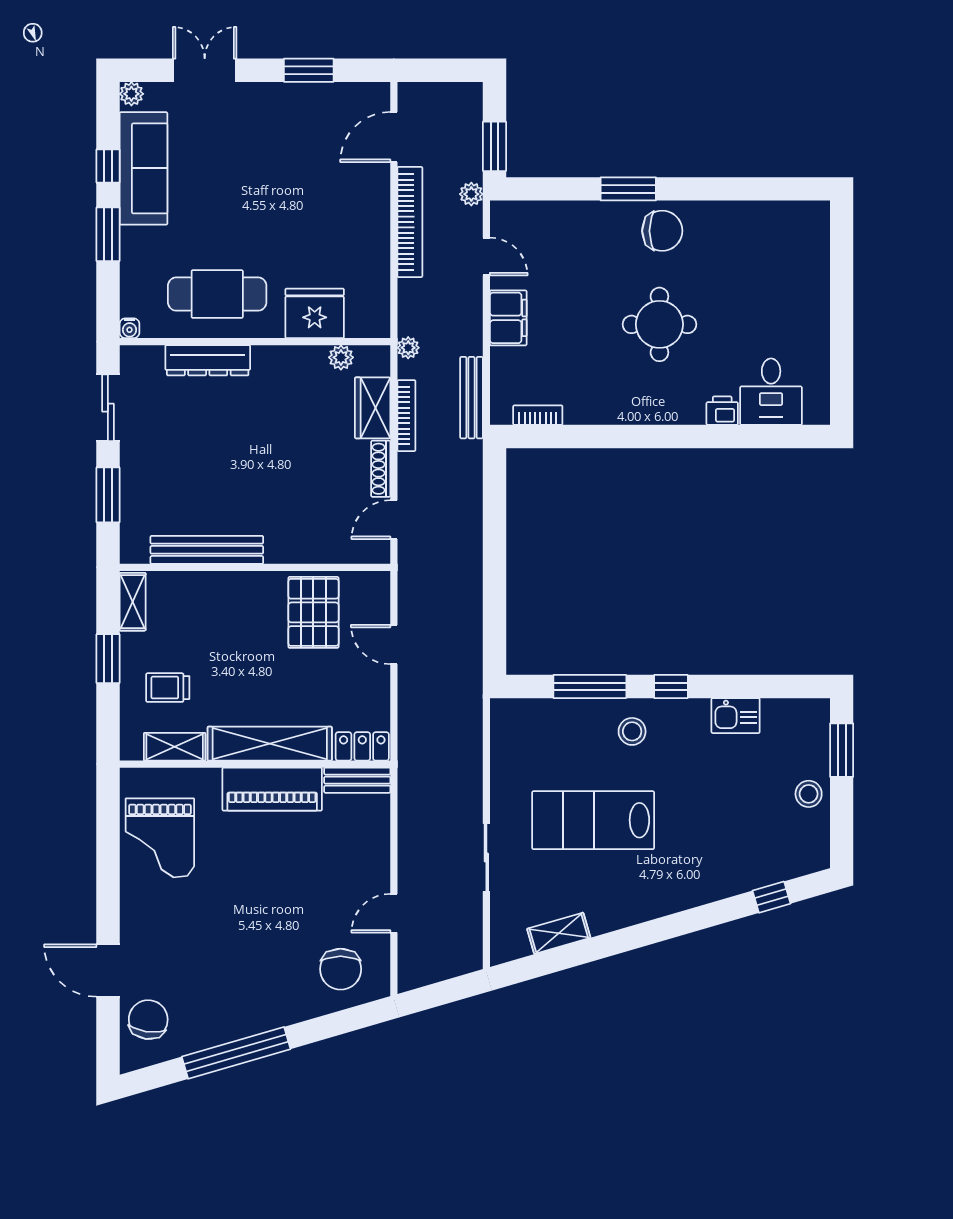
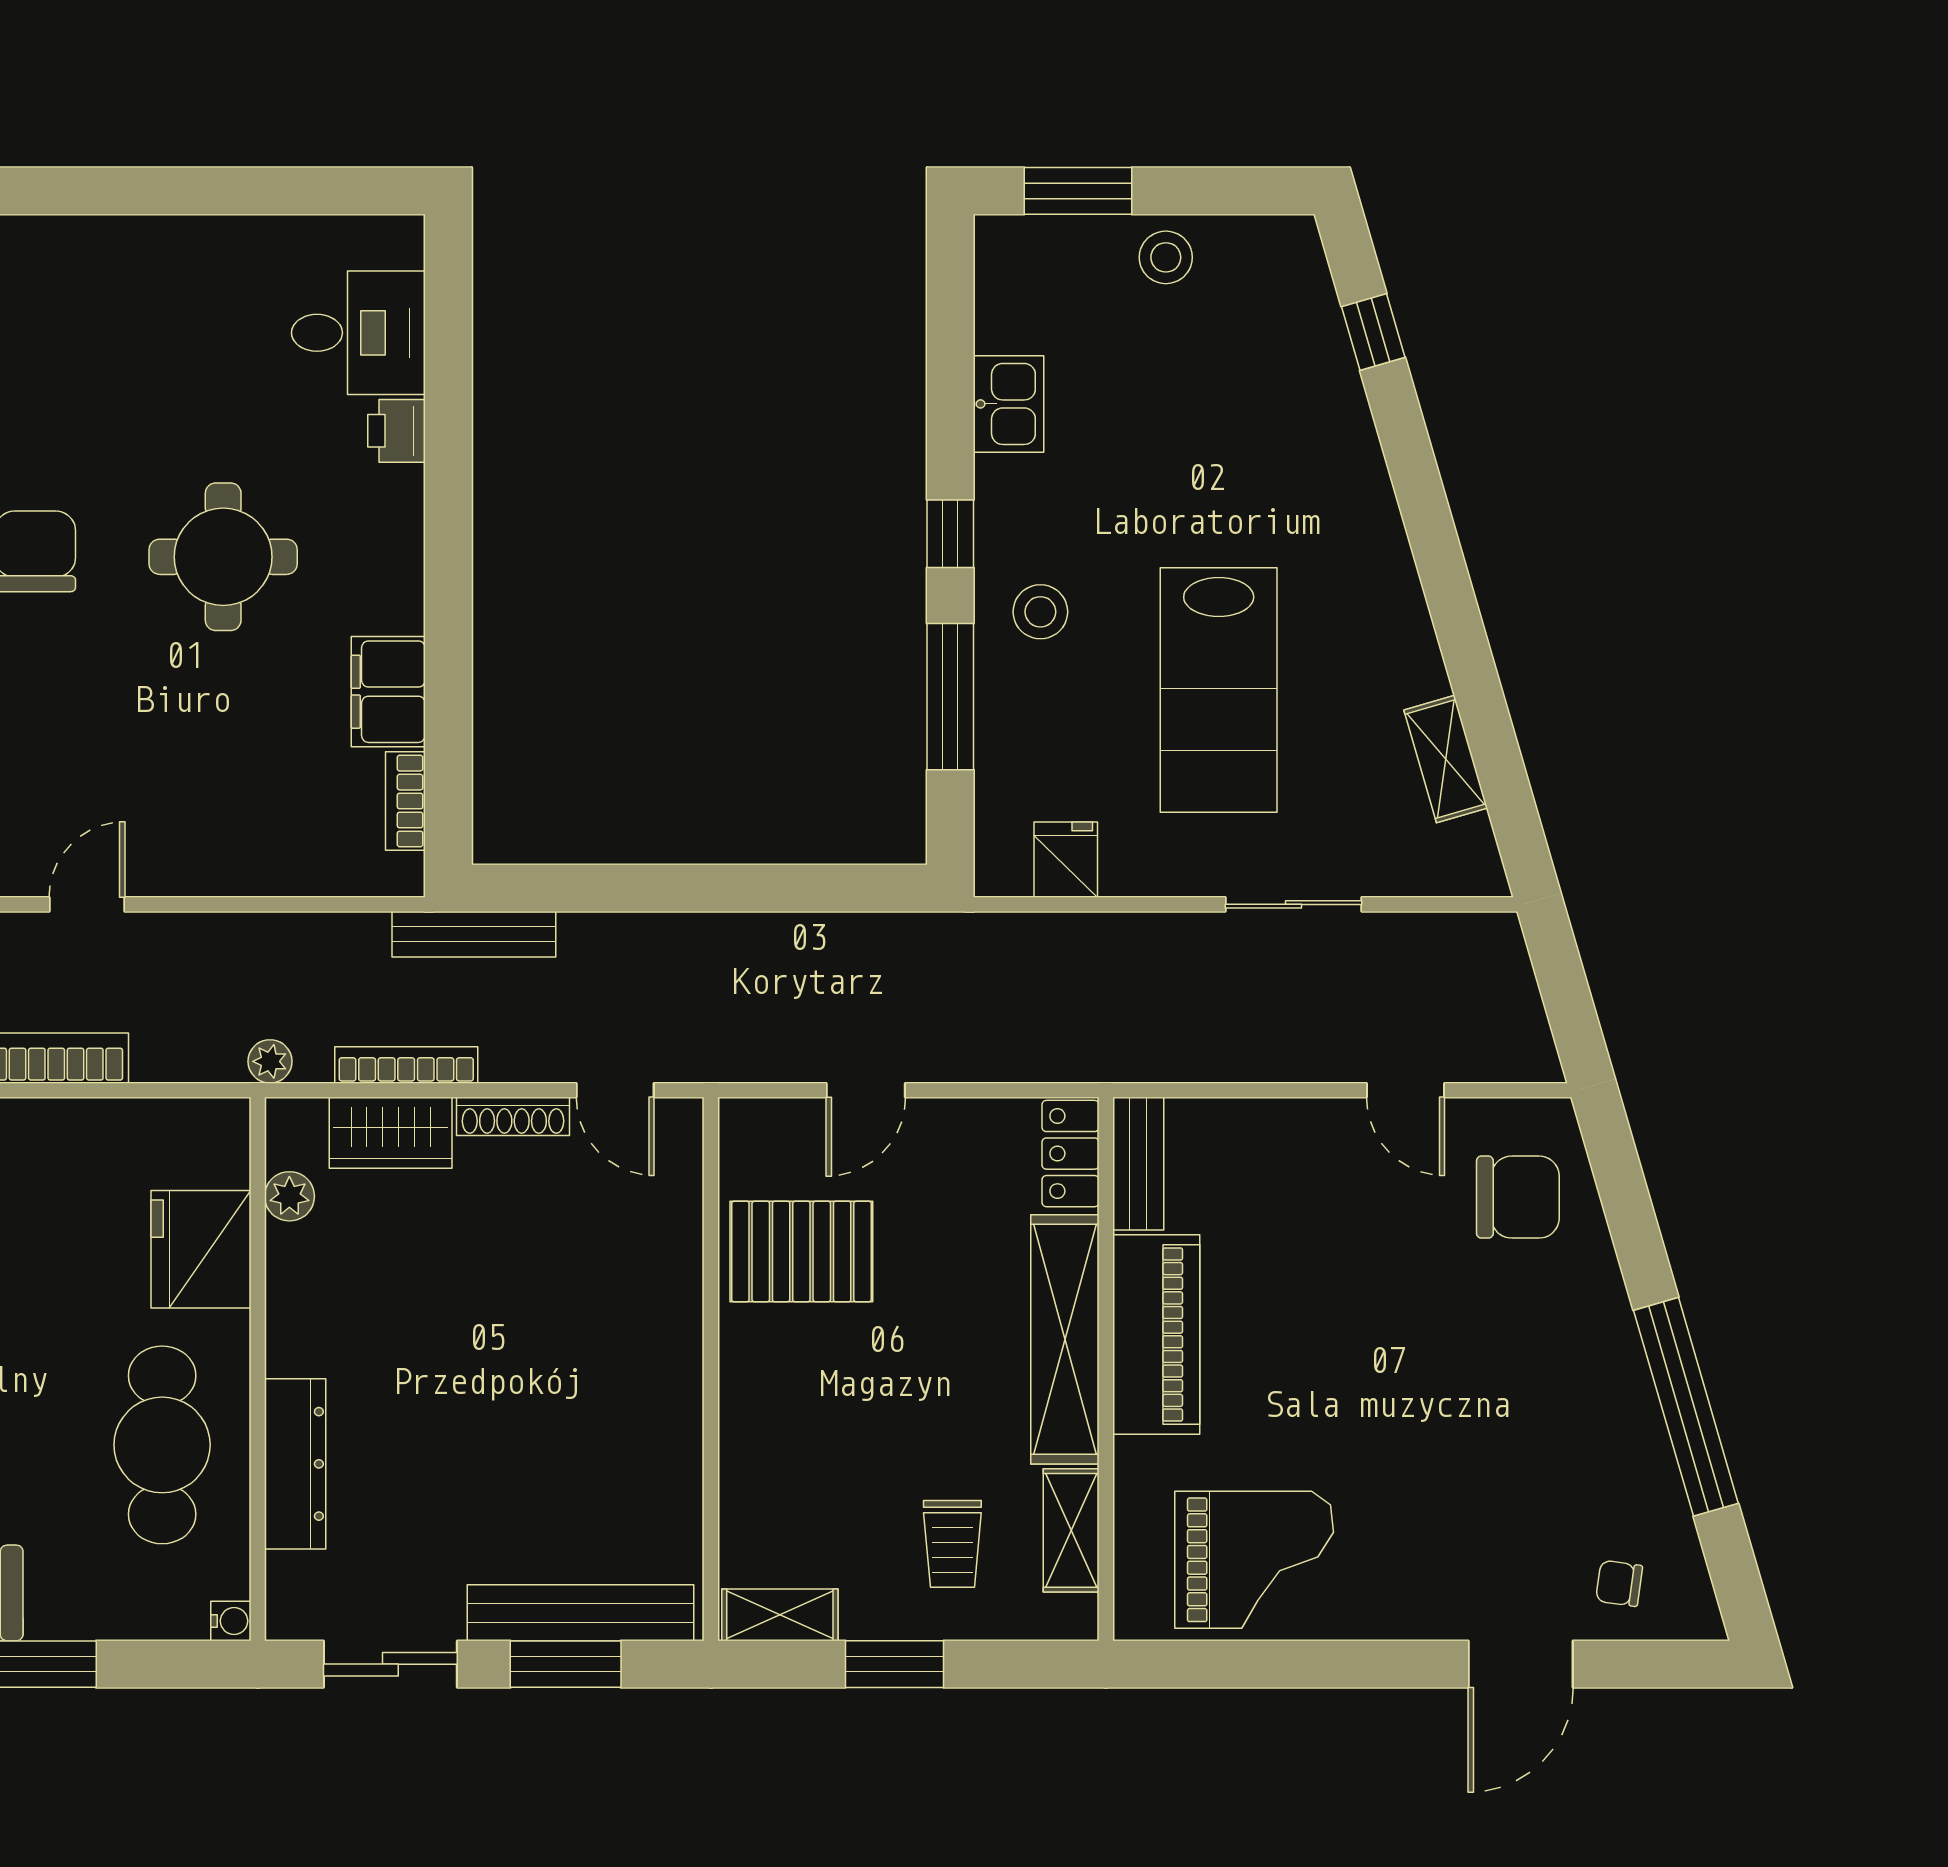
filing cabinet: (508, 318) -> (388, 692), moved, turned -90
bench: (472, 398) -> (474, 934), moved
bench: (207, 550) -> (580, 1613), moved, turned 90
fridge: (509, 744) -> (1066, 860), added
chair: (148, 1020) -> (1619, 1583), width x0.54, depth x0.54

